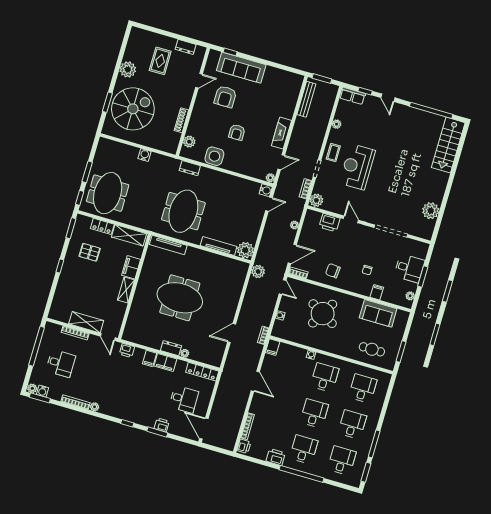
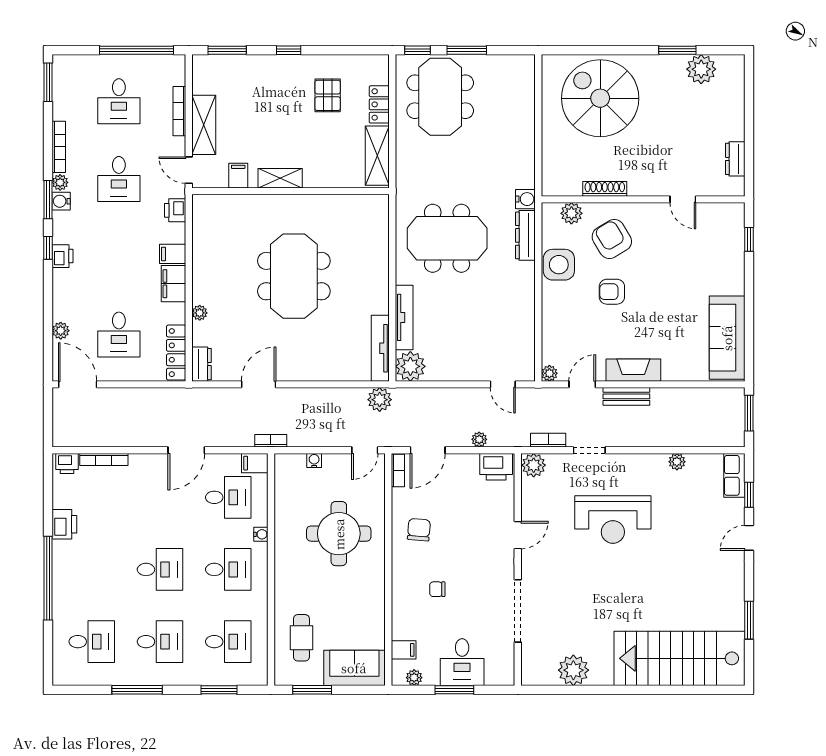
rug: (160, 61) -> (698, 122), removed
sofa: (241, 68) -> (727, 338), moved
plant: (128, 69) -> (701, 69), moved
armchair: (225, 97) -> (612, 239), moved, turned 59
bench: (306, 99) -> (626, 396), moved, width x0.73
window: (107, 102) -> (677, 50), moved
spiral stairs: (133, 109) -> (600, 98), turned 180
window: (431, 110) -> (749, 620), width x0.47
stairs: (448, 145) -> (680, 658), width x1.36, depth x1.51
coffee table: (333, 153) -> (626, 470), removed
water cooler: (145, 155) -> (525, 199), moved
door: (281, 162) -> (582, 384), swing flipped
reception desk: (357, 167) -> (613, 520), turned 180
dresser: (190, 168) -> (525, 235), width x1.44
water cooler: (266, 190) -> (525, 372), removed
meeting table: (108, 193) -> (440, 97), turned 90
printer: (330, 223) -> (496, 467), moved, turned -90
window: (71, 228) -> (227, 50), moved
tv unit: (168, 245) -> (380, 348), moved
door: (292, 254) -> (428, 450), hinge flipped
filing cabinet: (131, 267) -> (238, 176), moved, width x0.50
filing cabinet: (377, 292) -> (404, 650), moved
sofa: (378, 313) -> (354, 668), moved, turned 90
round table: (323, 314) -> (339, 534), turned -30
door: (232, 333) -> (259, 384), hinge flipped
door: (108, 337) -> (189, 170), hinge flipped
dresser: (171, 348) -> (202, 364), moved
desk: (102, 375) -> (119, 179), added
plant: (32, 388) -> (61, 331), moved
water cooler: (42, 391) -> (61, 201), moved
printer: (162, 425) -> (63, 256), moved
door: (204, 429) -> (78, 384), hinge flipped
window: (157, 432) -> (48, 200), moved
desk: (304, 449) -> (228, 497), moved
window: (366, 472) -> (219, 690), moved

